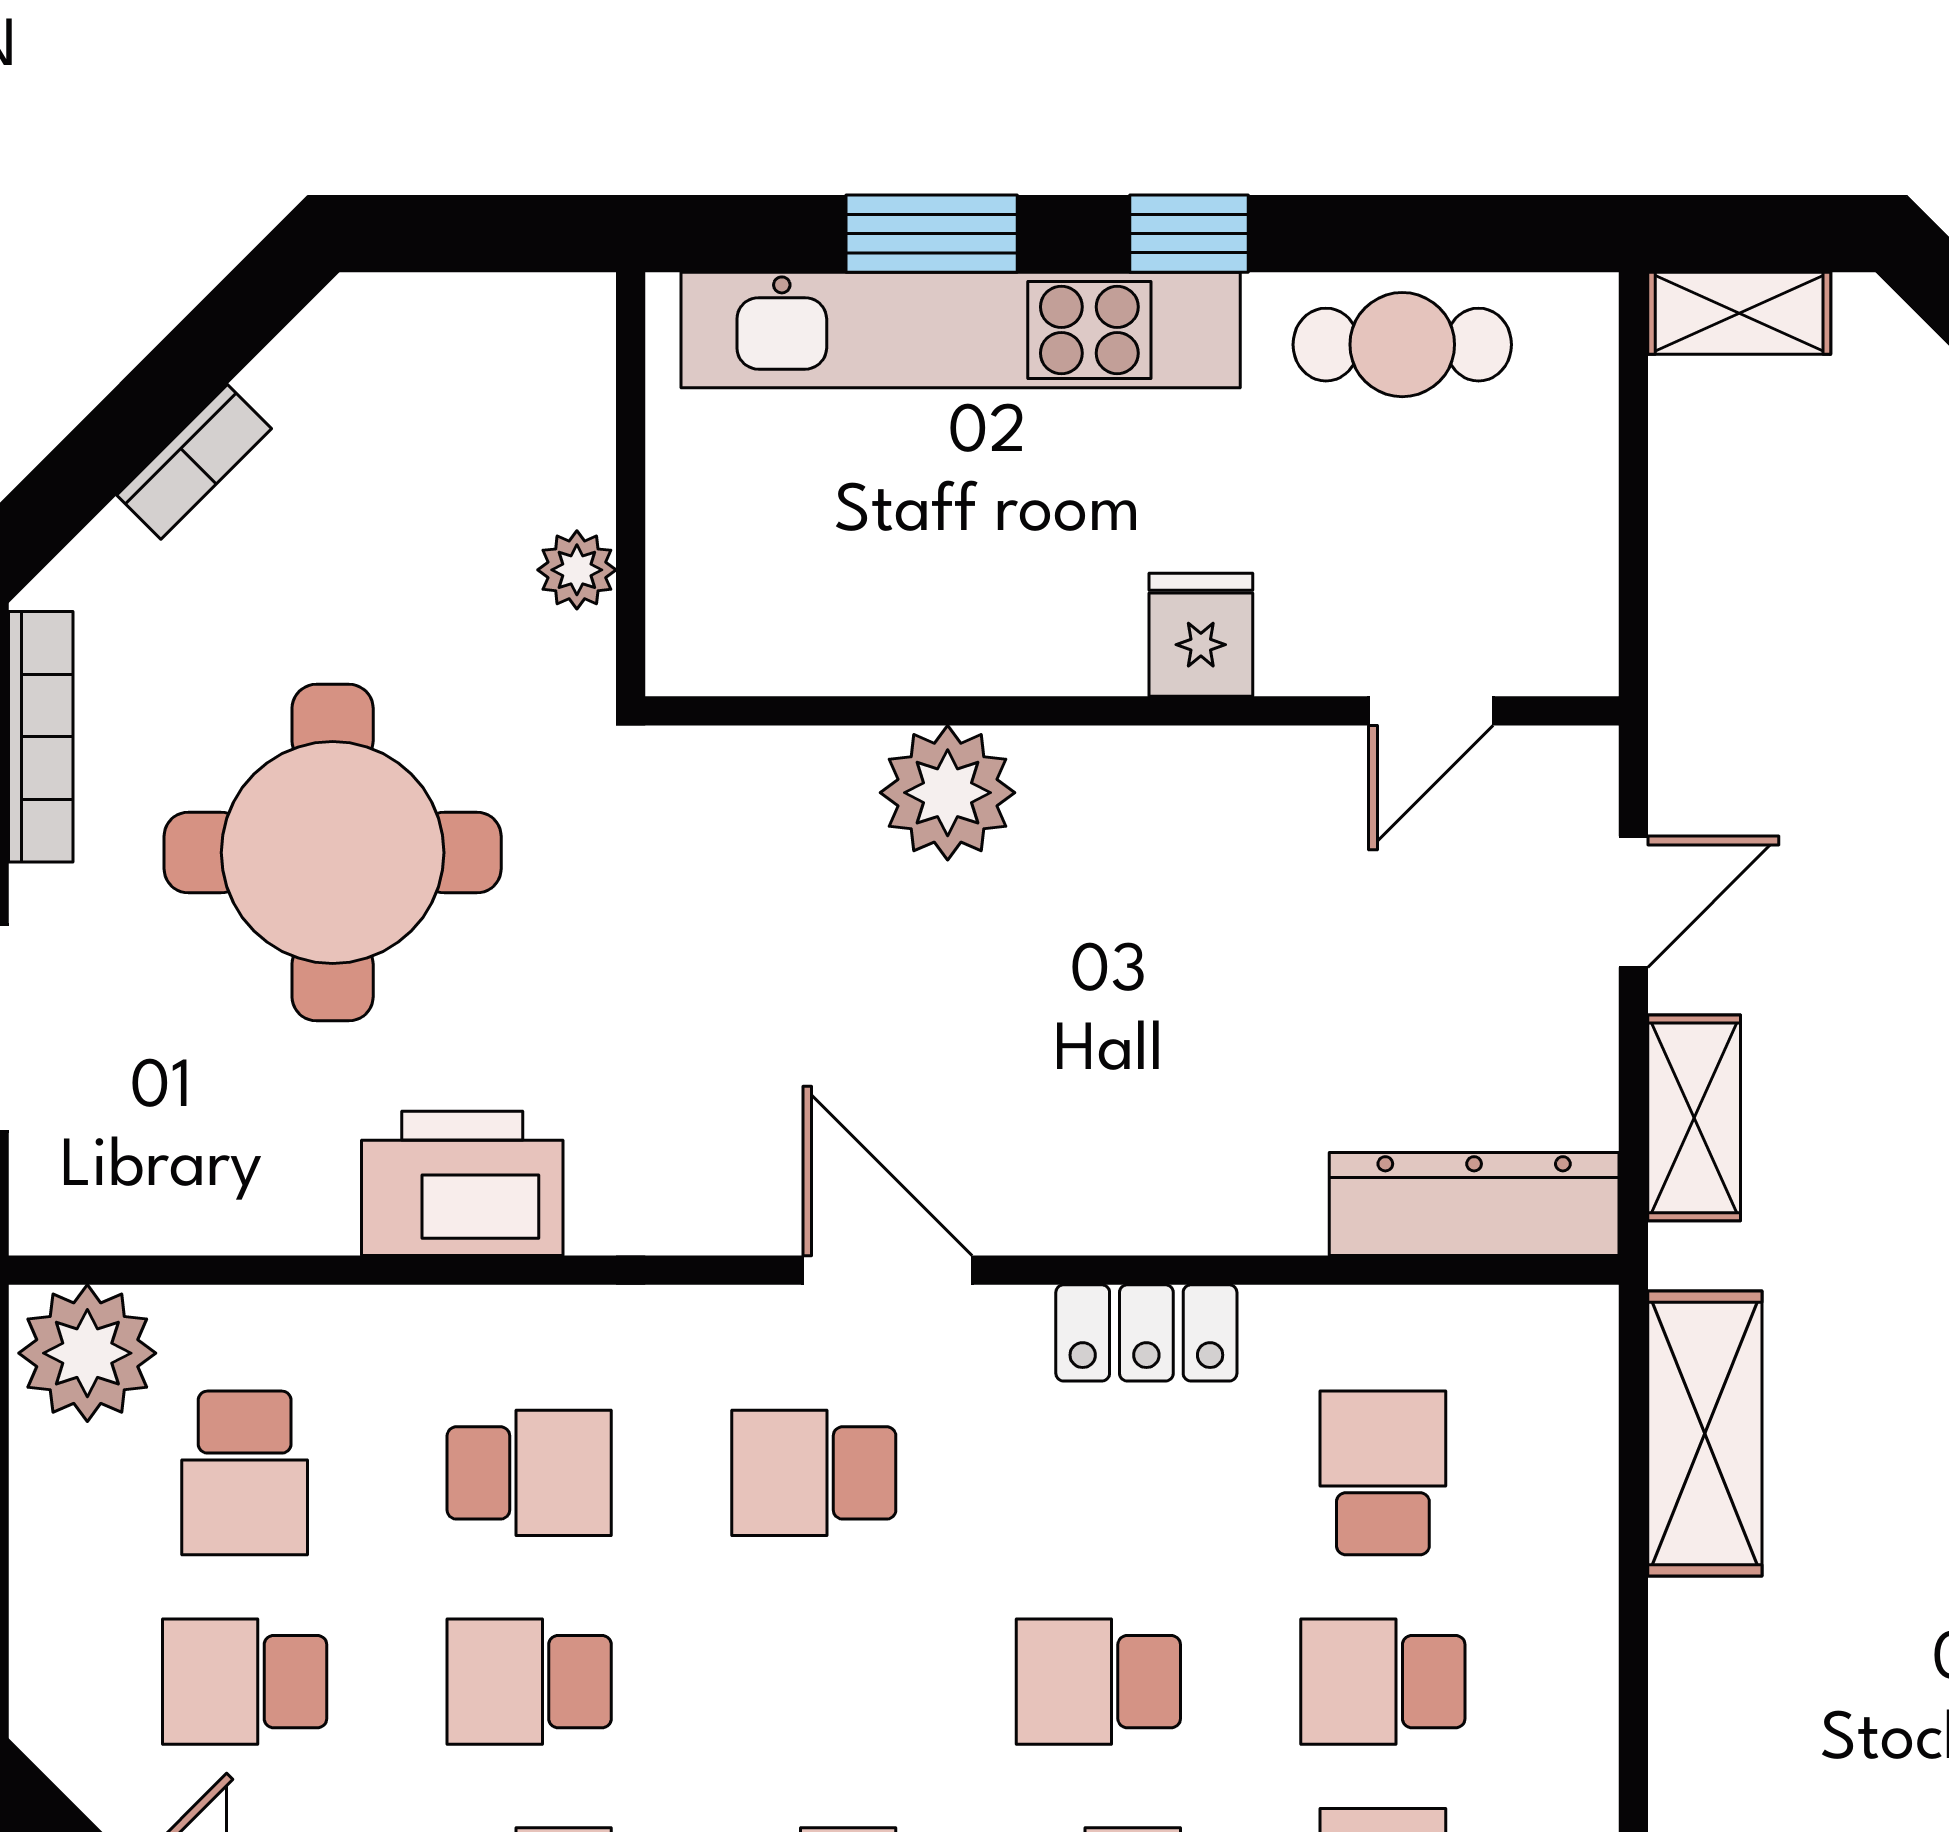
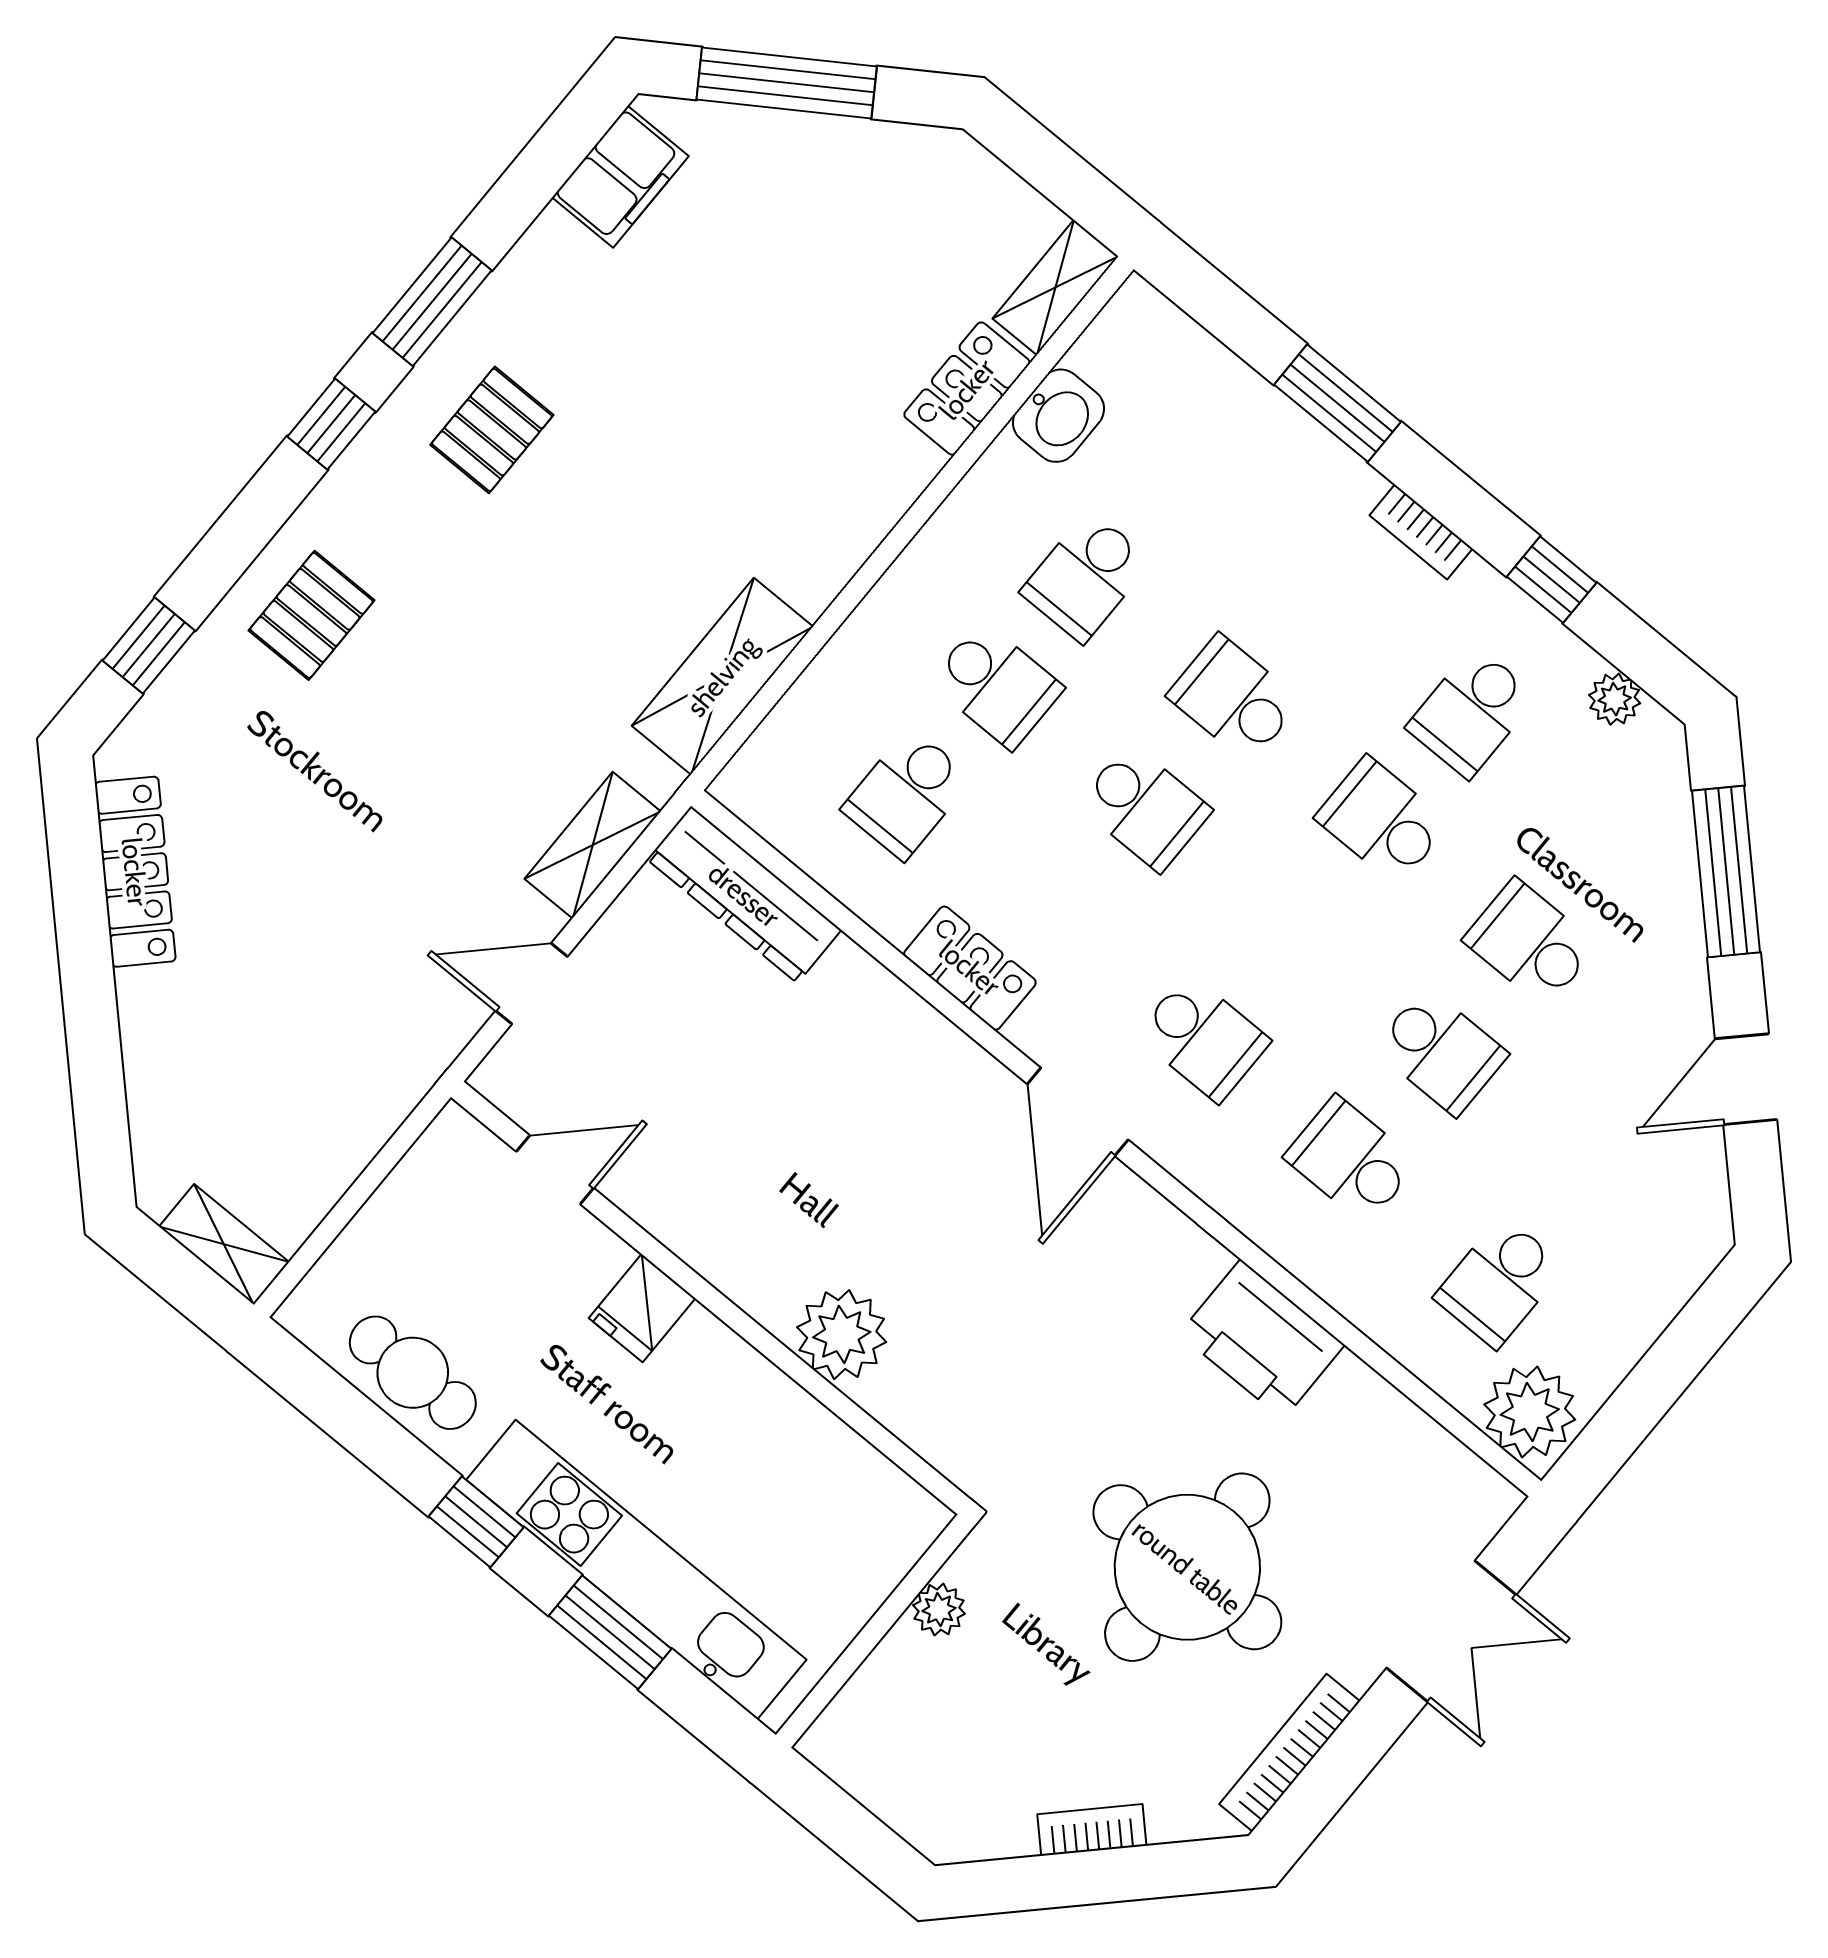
school desk: (245, 1473) -> (1499, 1282), turned 180
school desk: (245, 1682) -> (1589, 1174), removed

